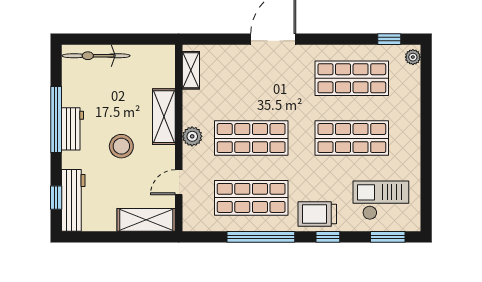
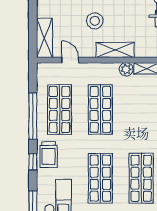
plant: (192, 136) -> (126, 69), moved
trolley: (317, 214) -> (49, 155), turned 180

